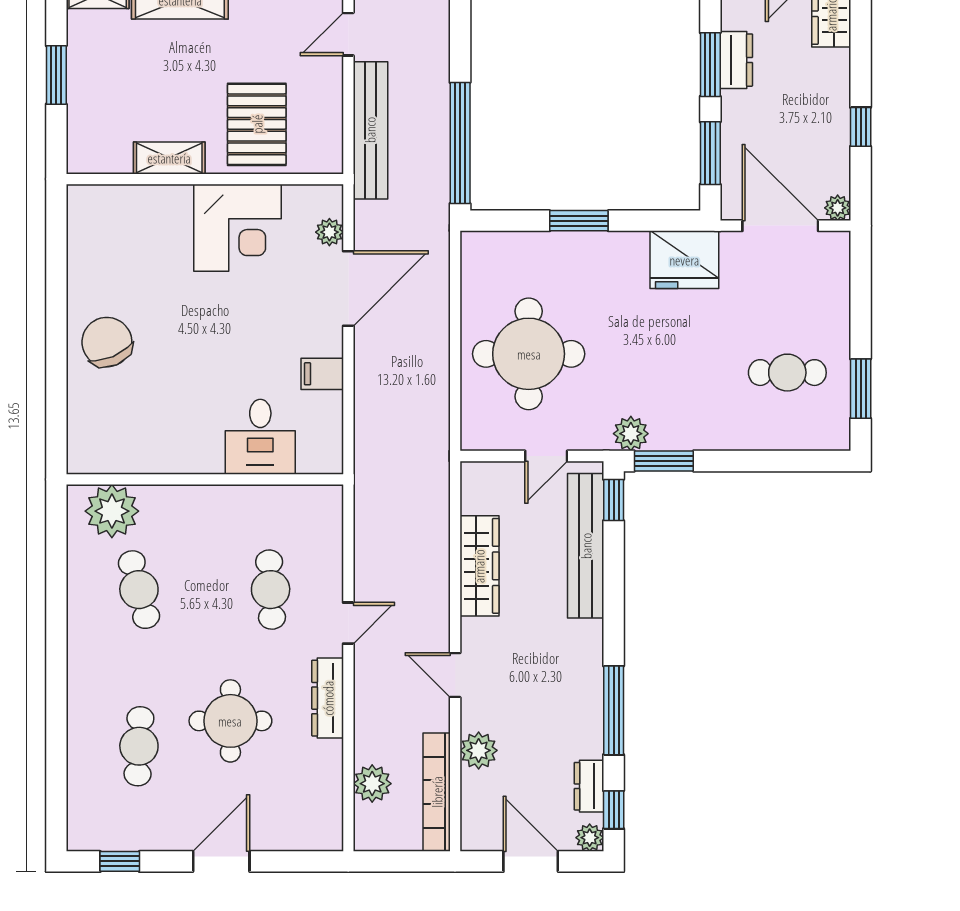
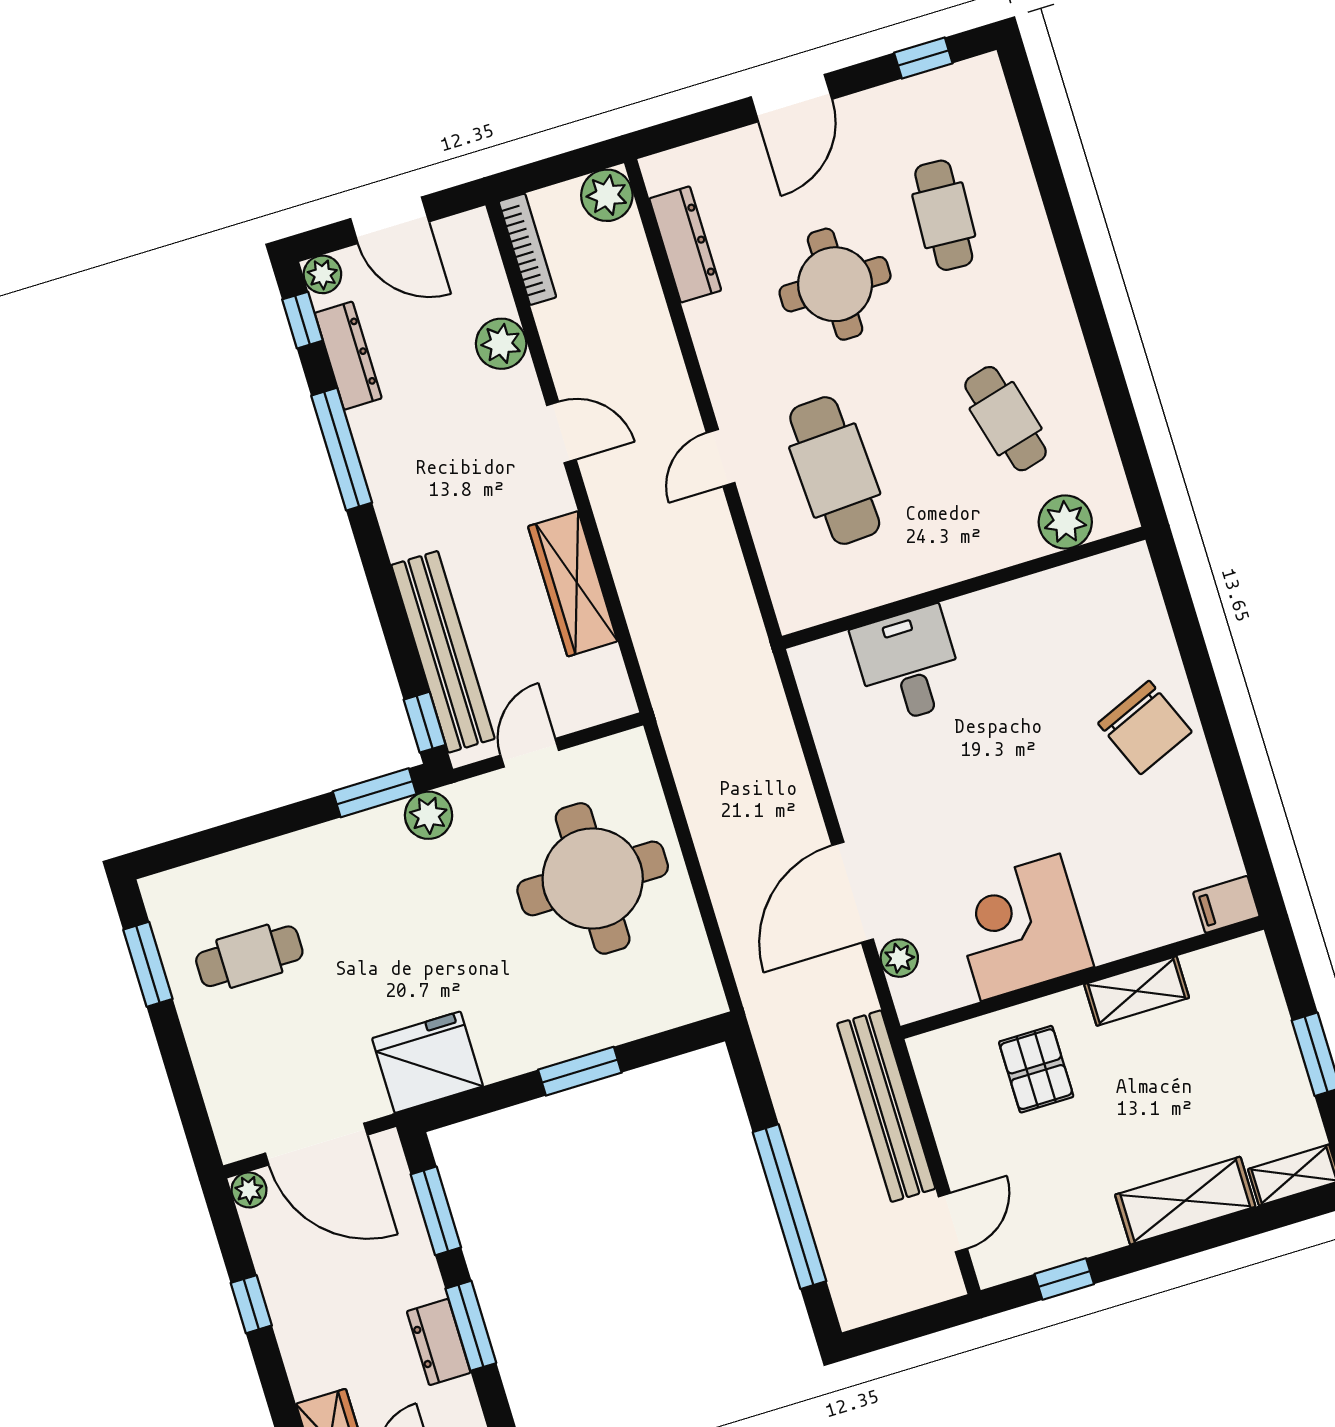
pallet: (257, 124) -> (1036, 1069), width x0.67, depth x0.71
window: (460, 143) -> (790, 1207), moved
filing cabinet: (322, 374) -> (1226, 904), moved, turned 180
plant: (112, 511) -> (1065, 522), width x0.73, depth x0.73
cafe table: (271, 590) -> (835, 471), width x1.37, depth x1.35
dresser: (328, 698) -> (685, 244), moved
plant: (372, 784) -> (607, 195), moved
dresser: (589, 786) -> (348, 356), width x1.44
bookcase: (437, 792) -> (527, 249), width x0.68, depth x0.76

